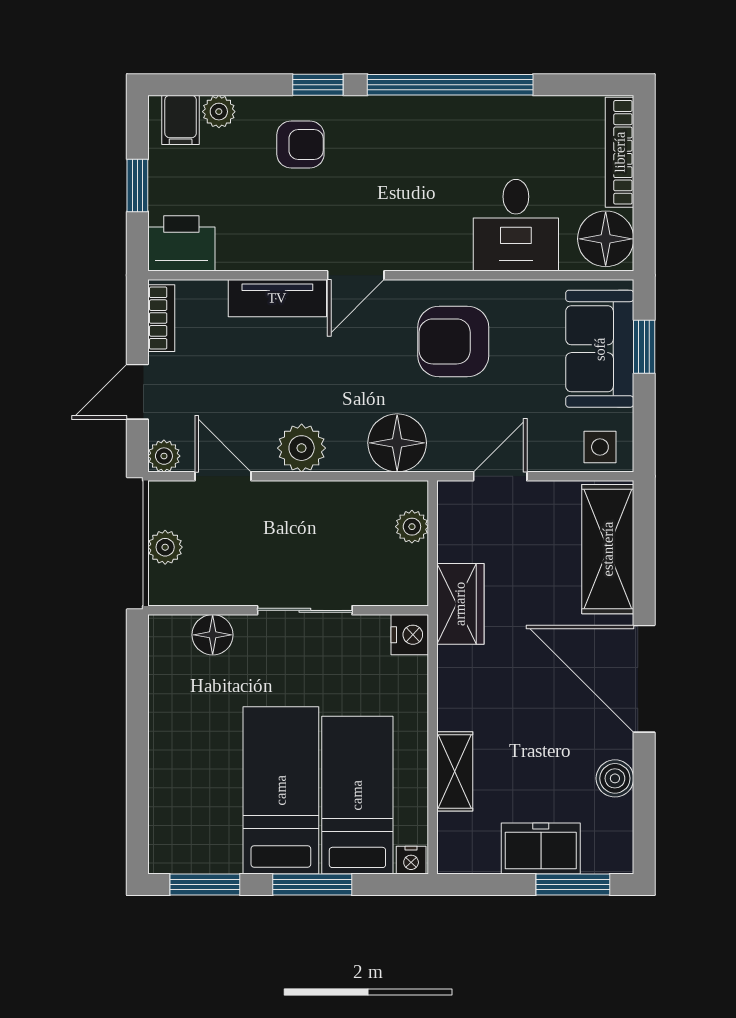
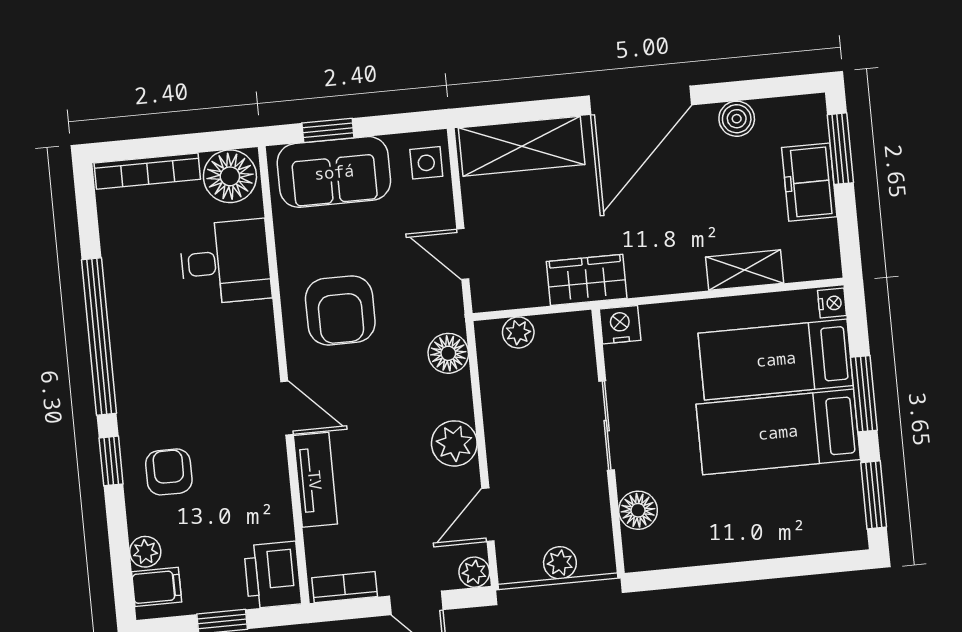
floor lamp: (397, 443) -> (448, 353), width x0.73, depth x0.73

